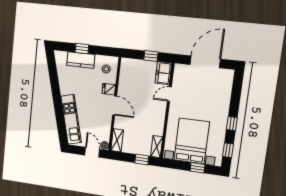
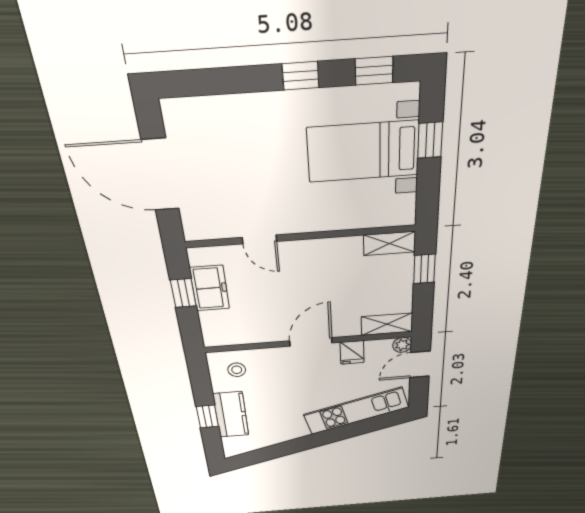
freezer: (163, 73) -> (210, 288), moved, turned -90
fridge: (109, 89) -> (352, 352), moved
bed with nightstands: (192, 141) -> (363, 152), width x0.73

